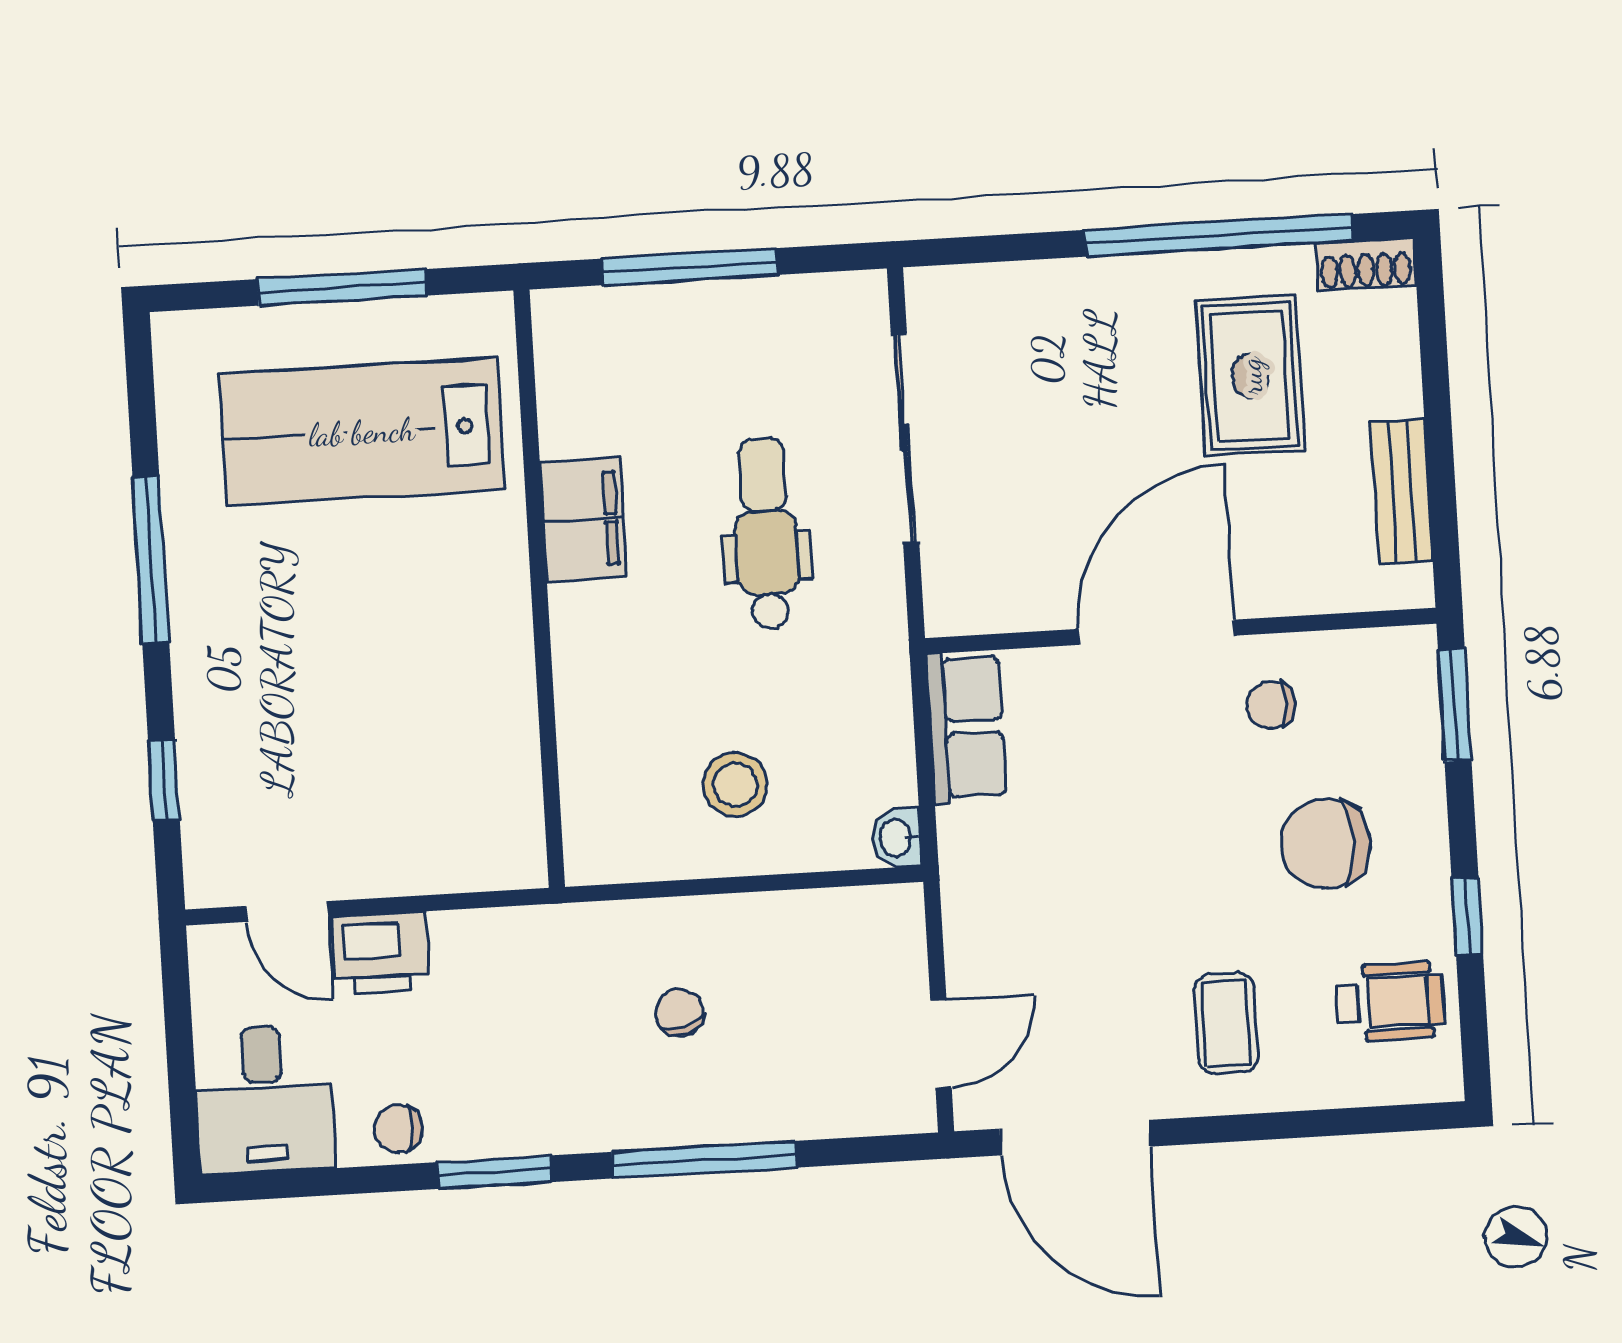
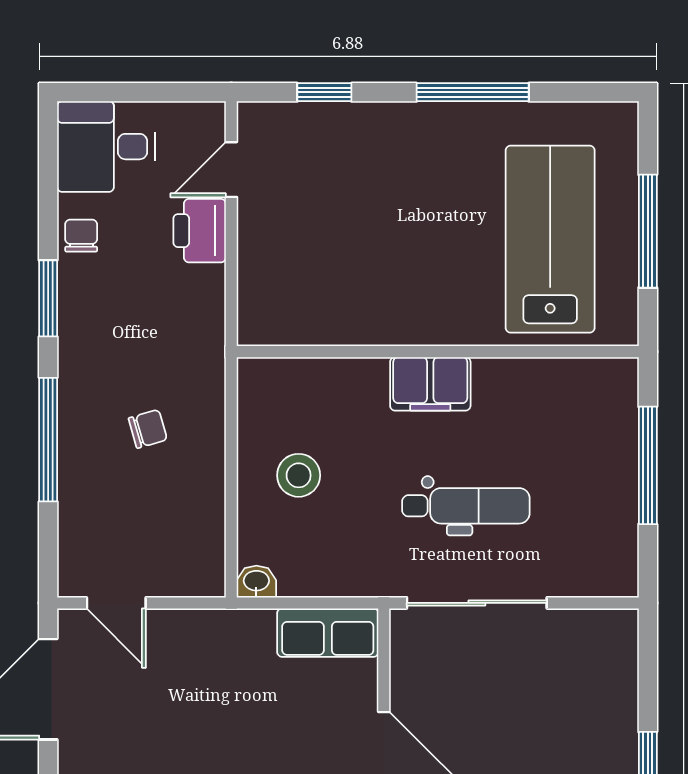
sliding door: (905, 438) -> (477, 603), moved
filing cabinet: (583, 519) -> (430, 384), moved

